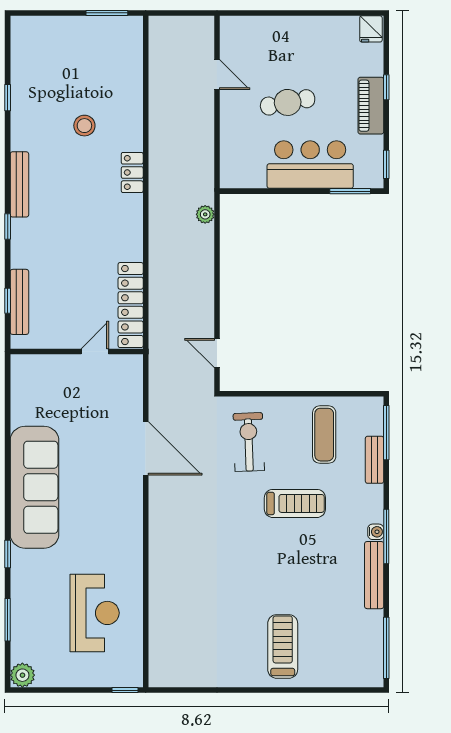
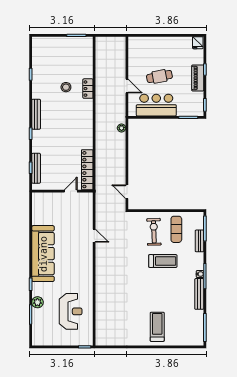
door: (217, 75) -> (127, 86), moved
bar counter: (310, 165) -> (156, 105), moved
locker: (132, 172) -> (88, 89), moved
exercise bike: (249, 442) -> (154, 232), moved
door: (146, 448) -> (94, 236), width x0.53
plant: (22, 675) -> (37, 302), moved

